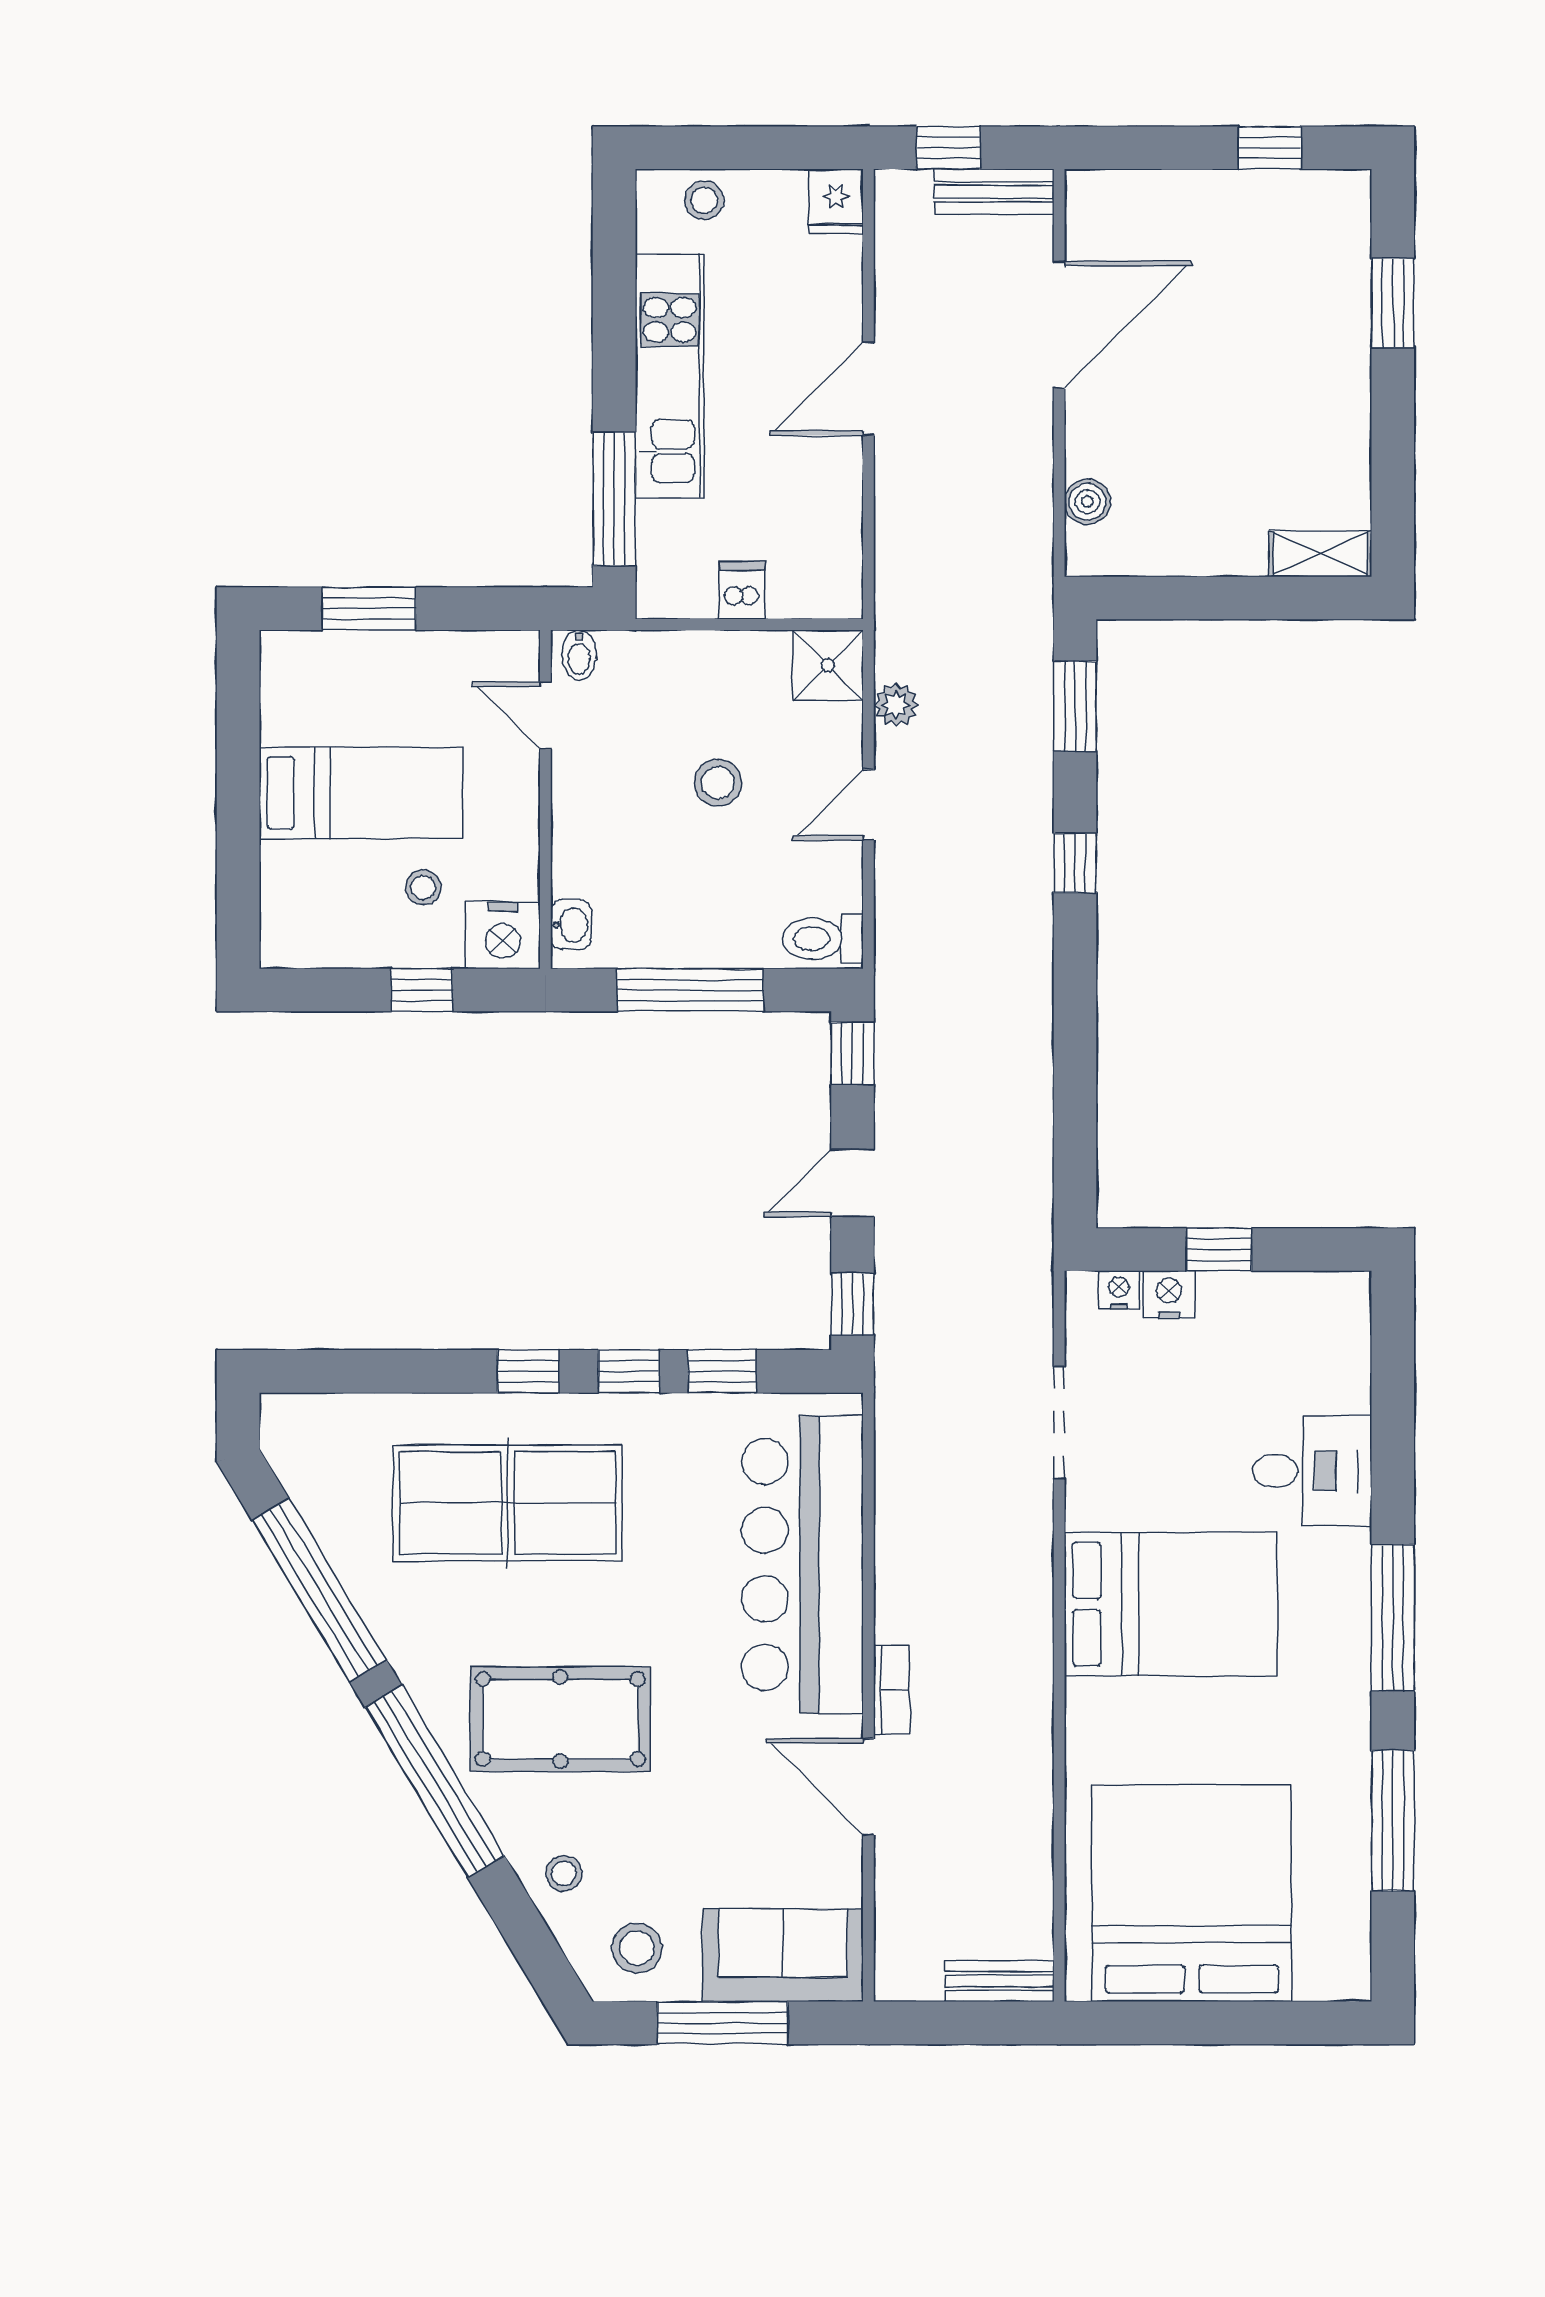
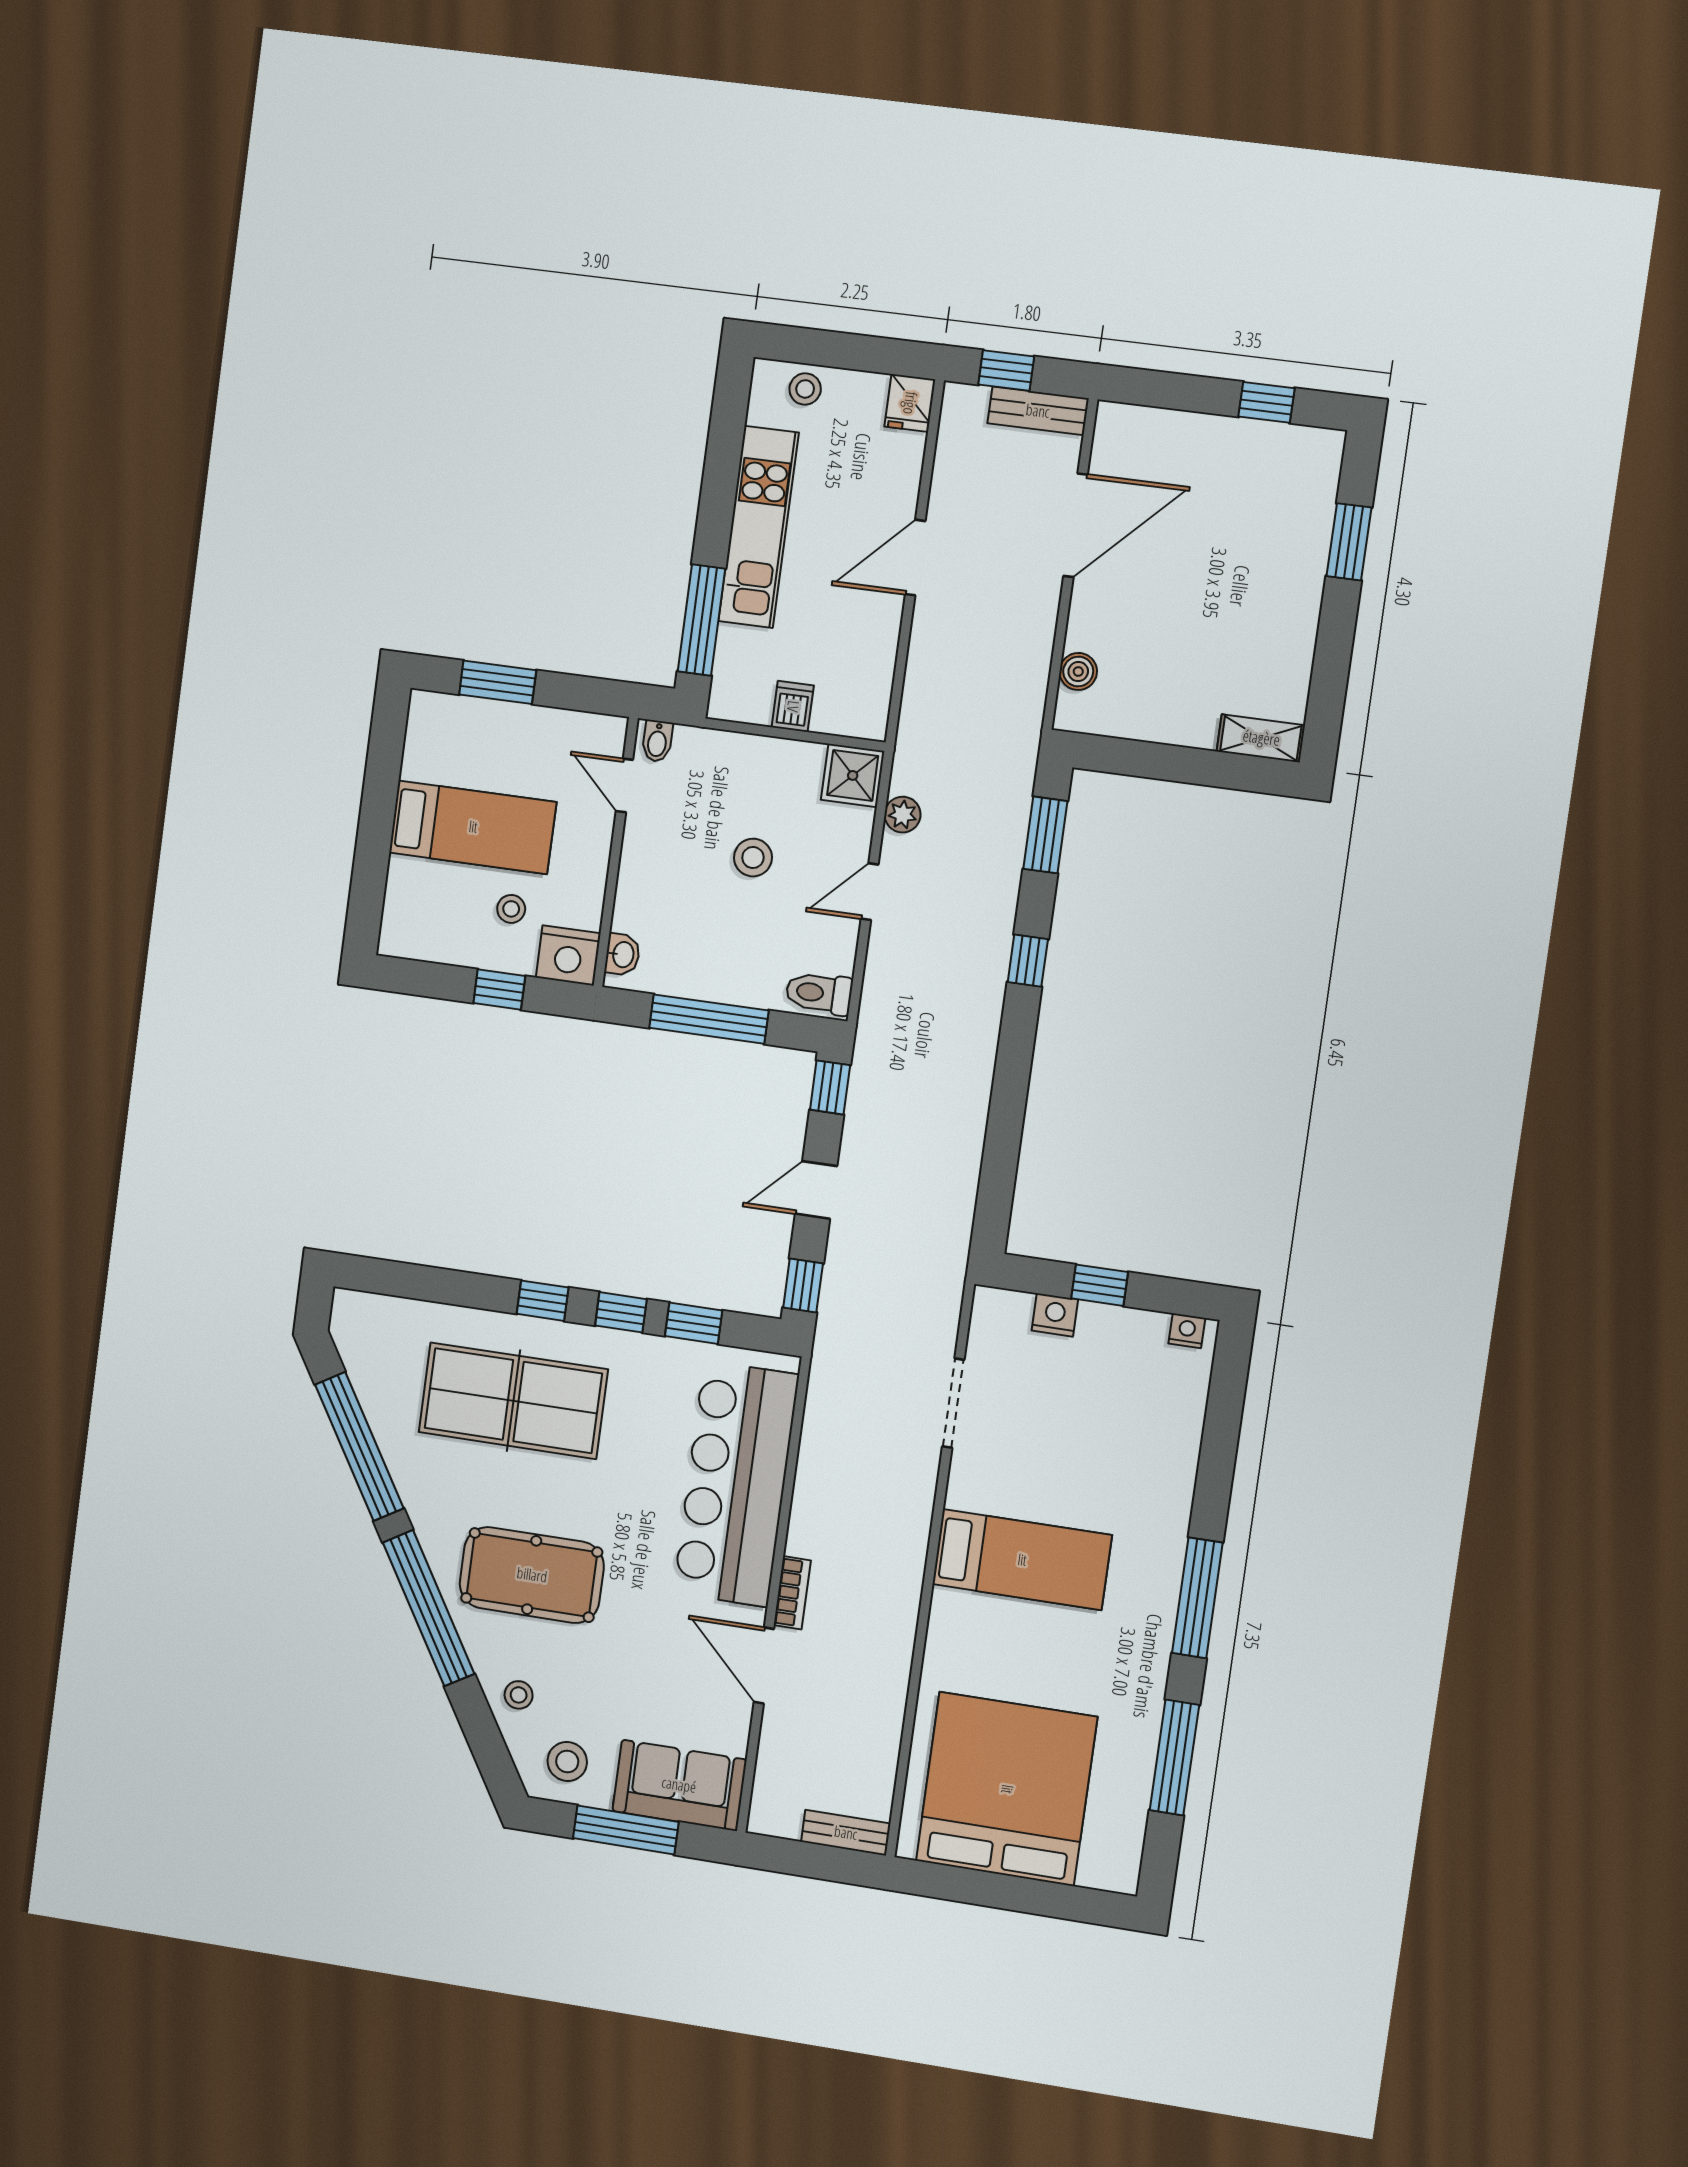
nightstand: (1119, 1290) -> (1187, 1331), moved
desk: (1312, 1471) -> (1149, 1472), removed
bed: (1171, 1604) -> (1022, 1560), width x0.67

